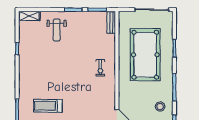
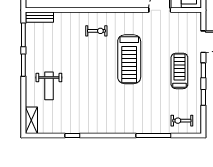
weight bench: (57, 30) -> (49, 86), turned 90
treadmill: (48, 106) -> (129, 59), moved, width x1.37, depth x1.38

